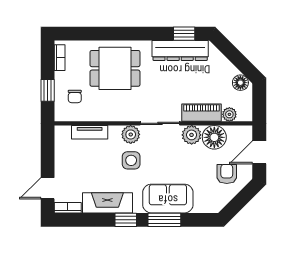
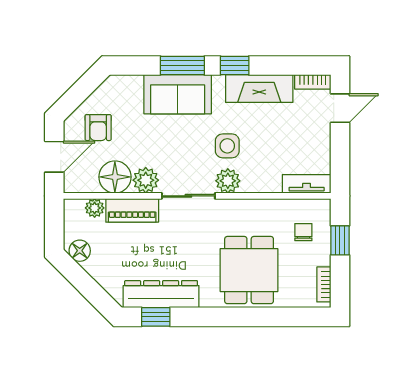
dining table: (115, 68) -> (249, 270), turned 90
tv unit: (90, 132) -> (307, 184), moved

